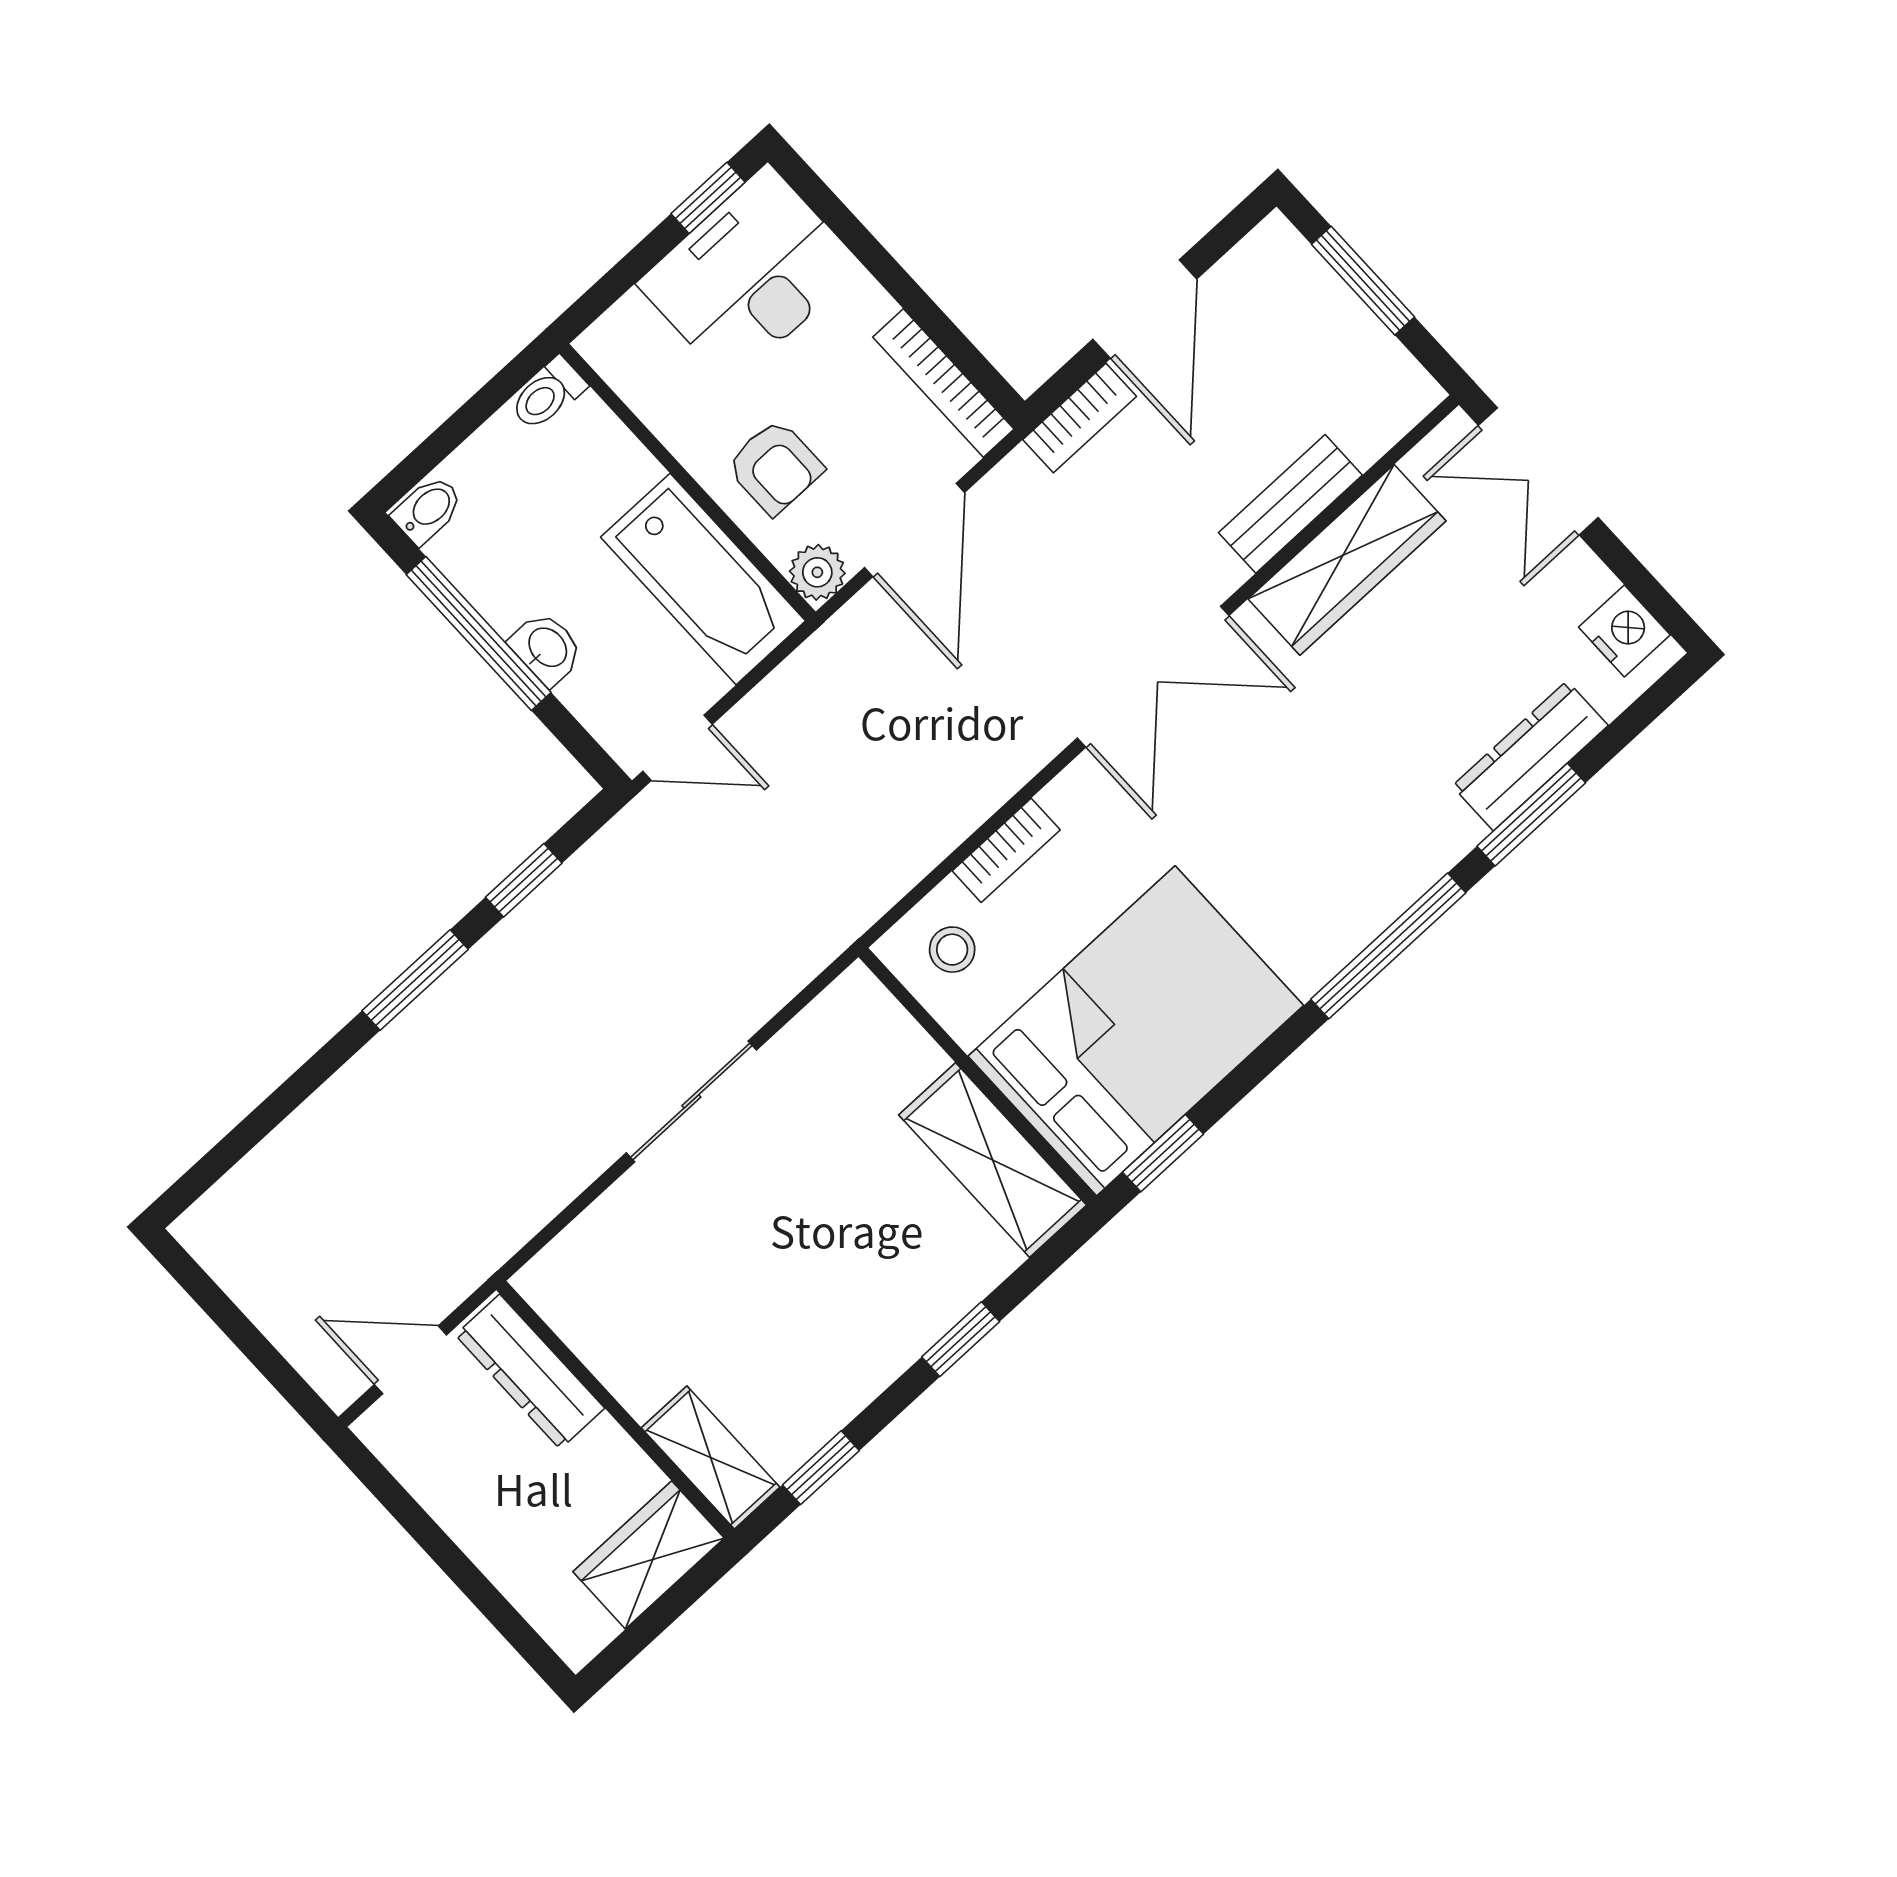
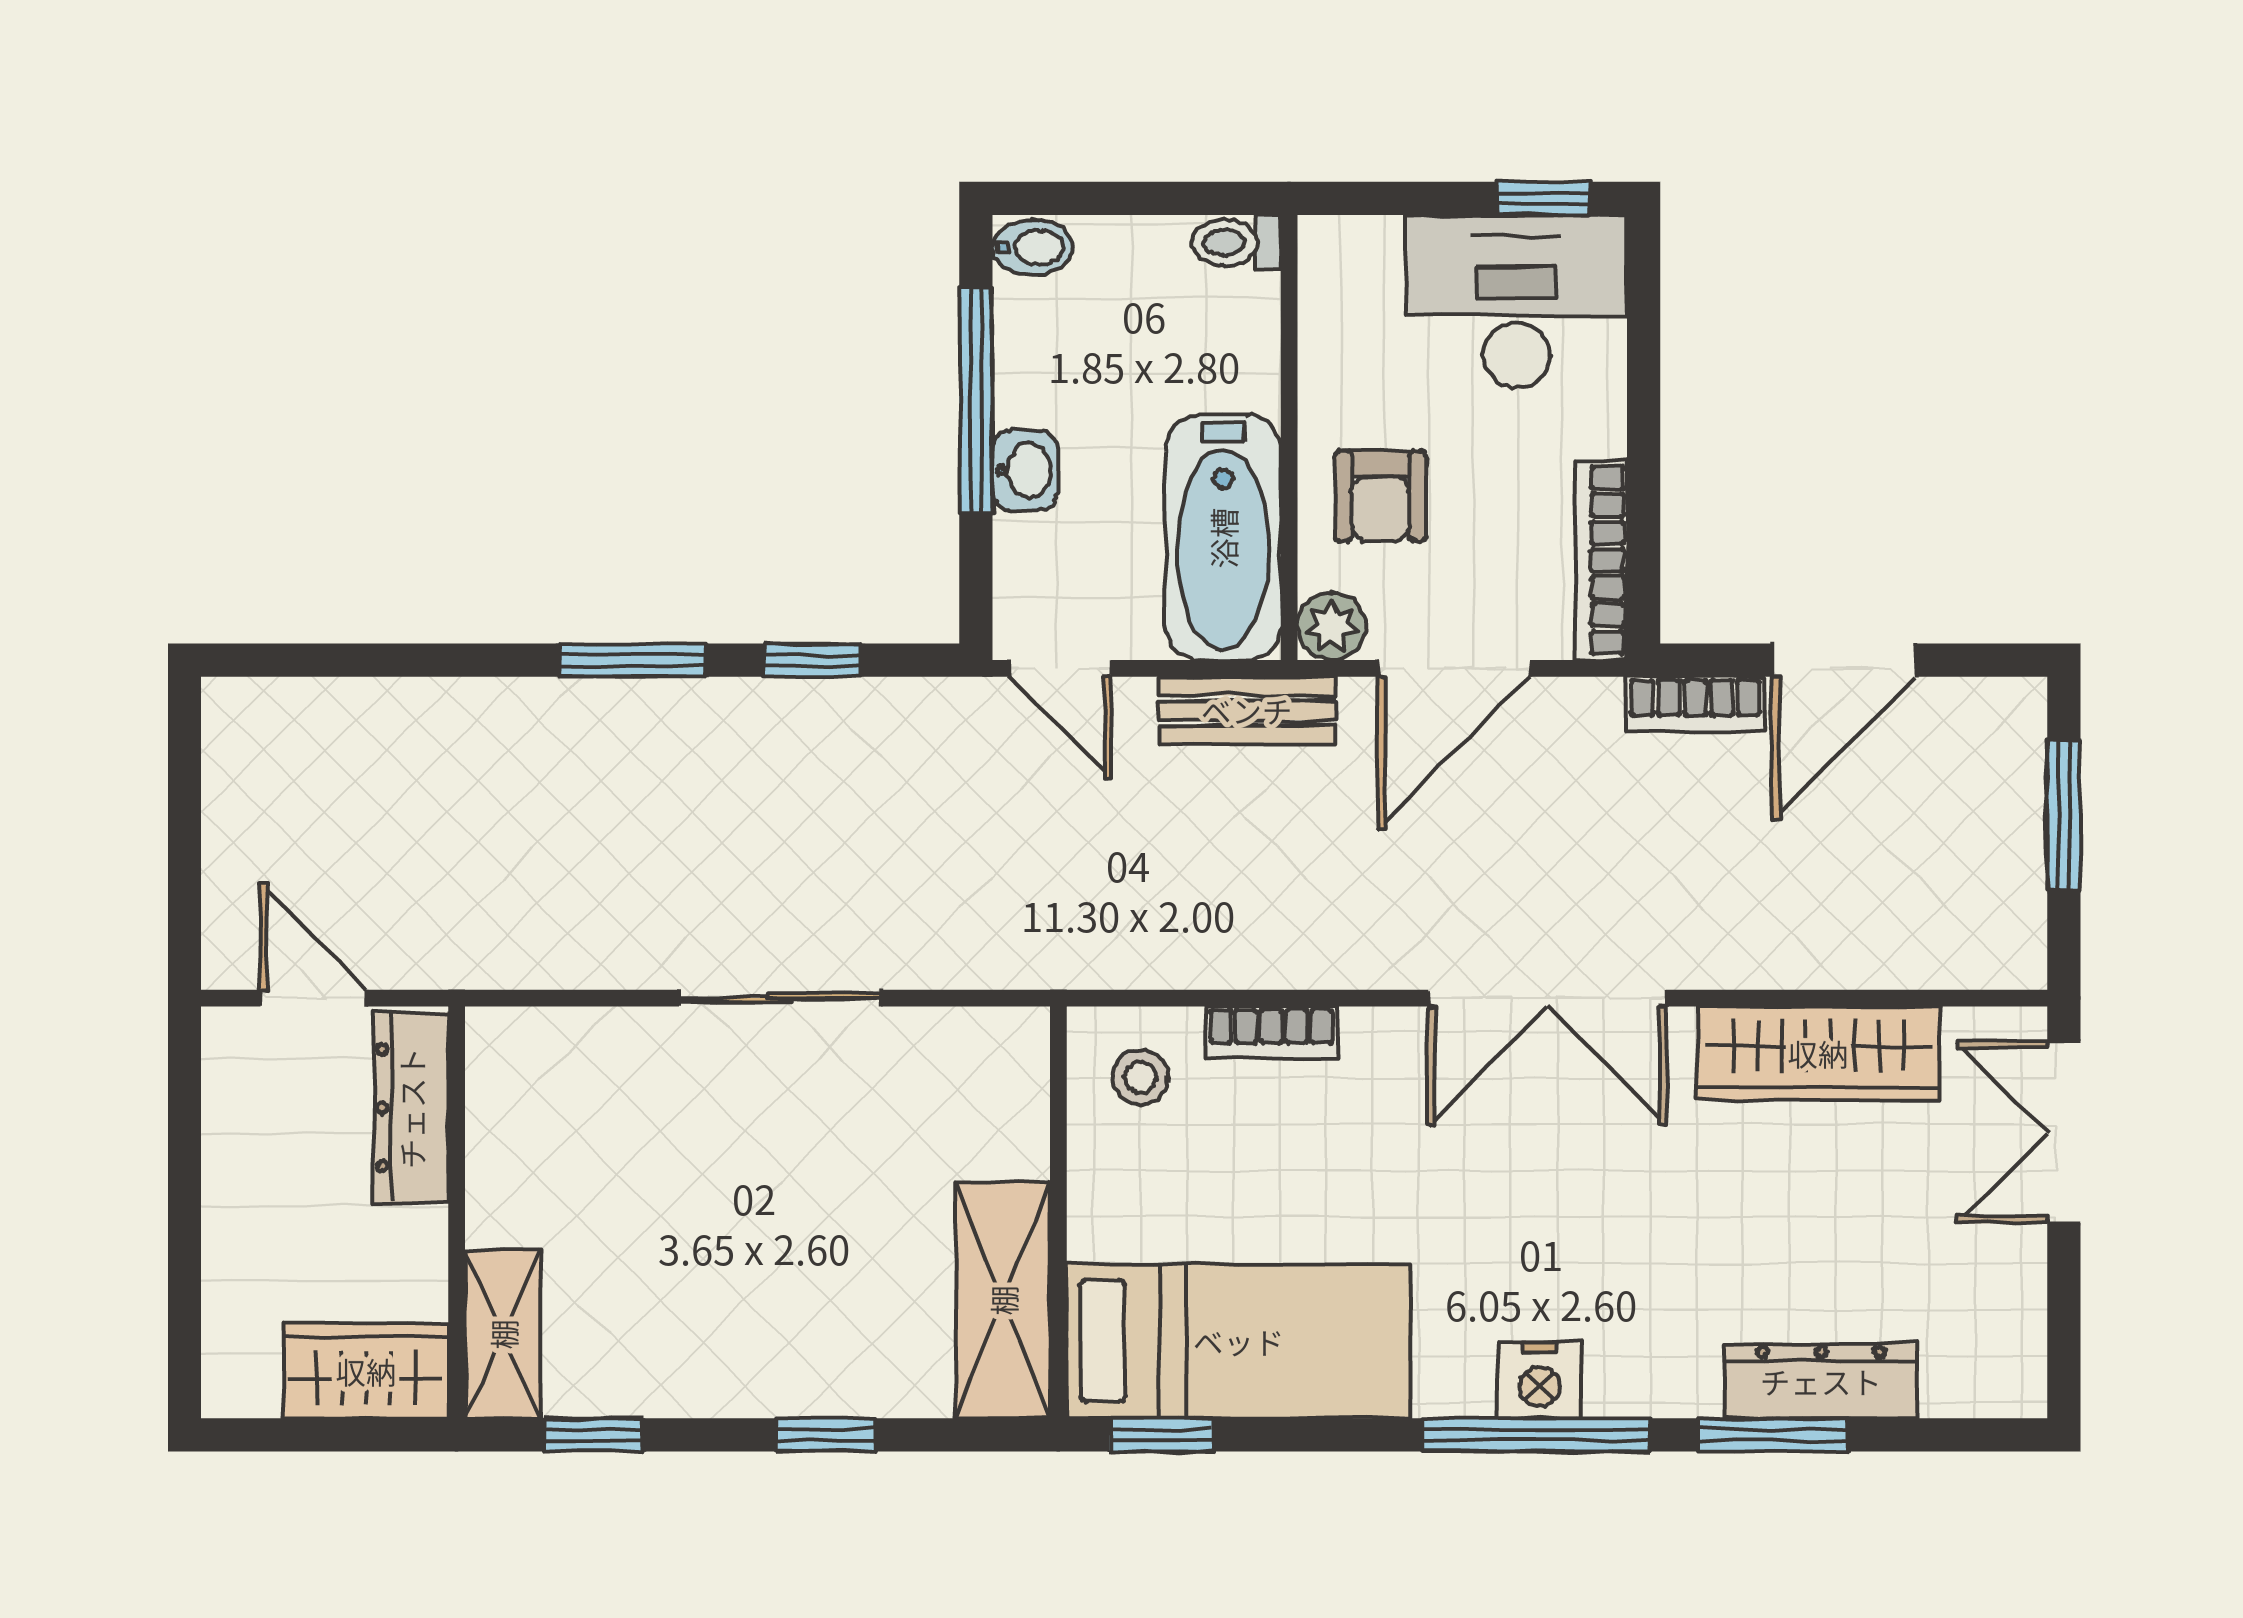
bench: (1290, 504) -> (1247, 710), moved
nightstand: (1624, 631) -> (1539, 1380), moved, turned 90
bed: (1136, 1031) -> (1239, 1341), width x0.67

